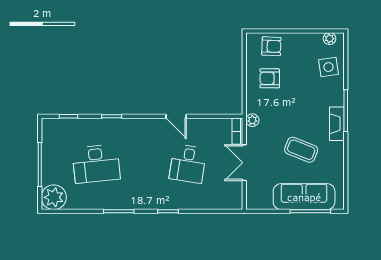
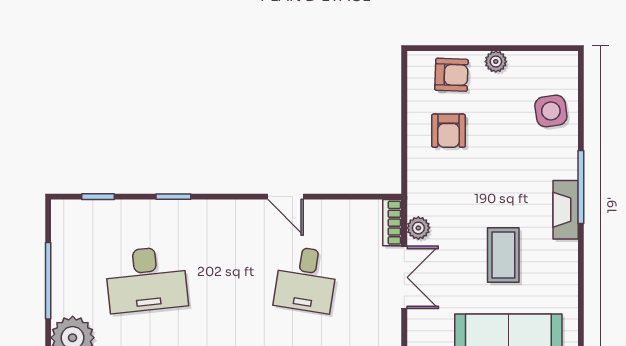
plant: (330, 39) -> (496, 62), moved
armchair: (270, 78) -> (449, 131), turned -90
plant: (252, 120) -> (418, 228), moved
coffee table: (301, 150) -> (503, 255), turned 68
double door: (244, 163) -> (404, 277), swing flipped

